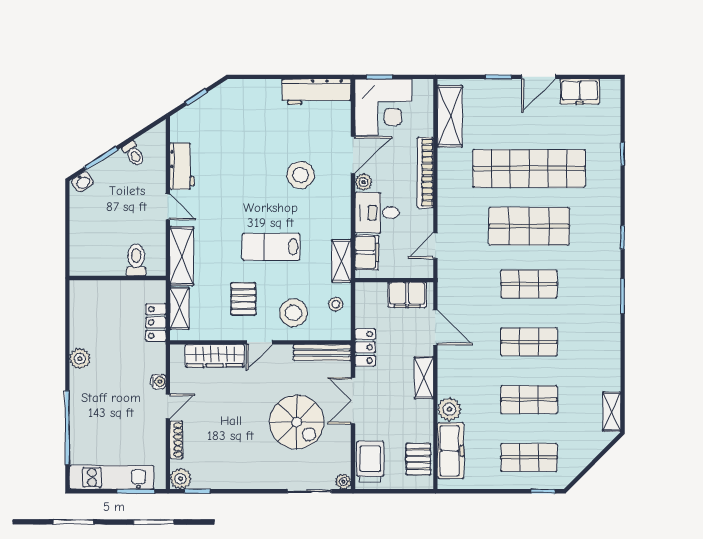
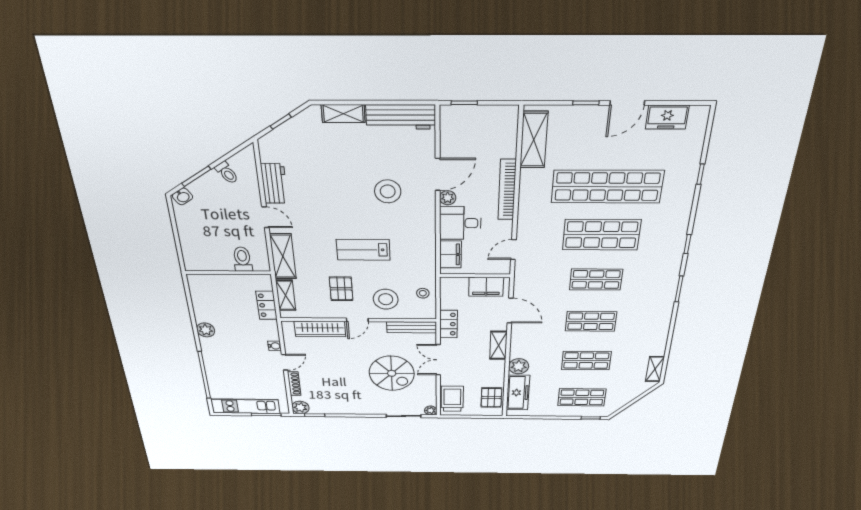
corner desk: (383, 107) -> (468, 131), removed
shelving: (341, 261) -> (343, 114), moved, turned 90

